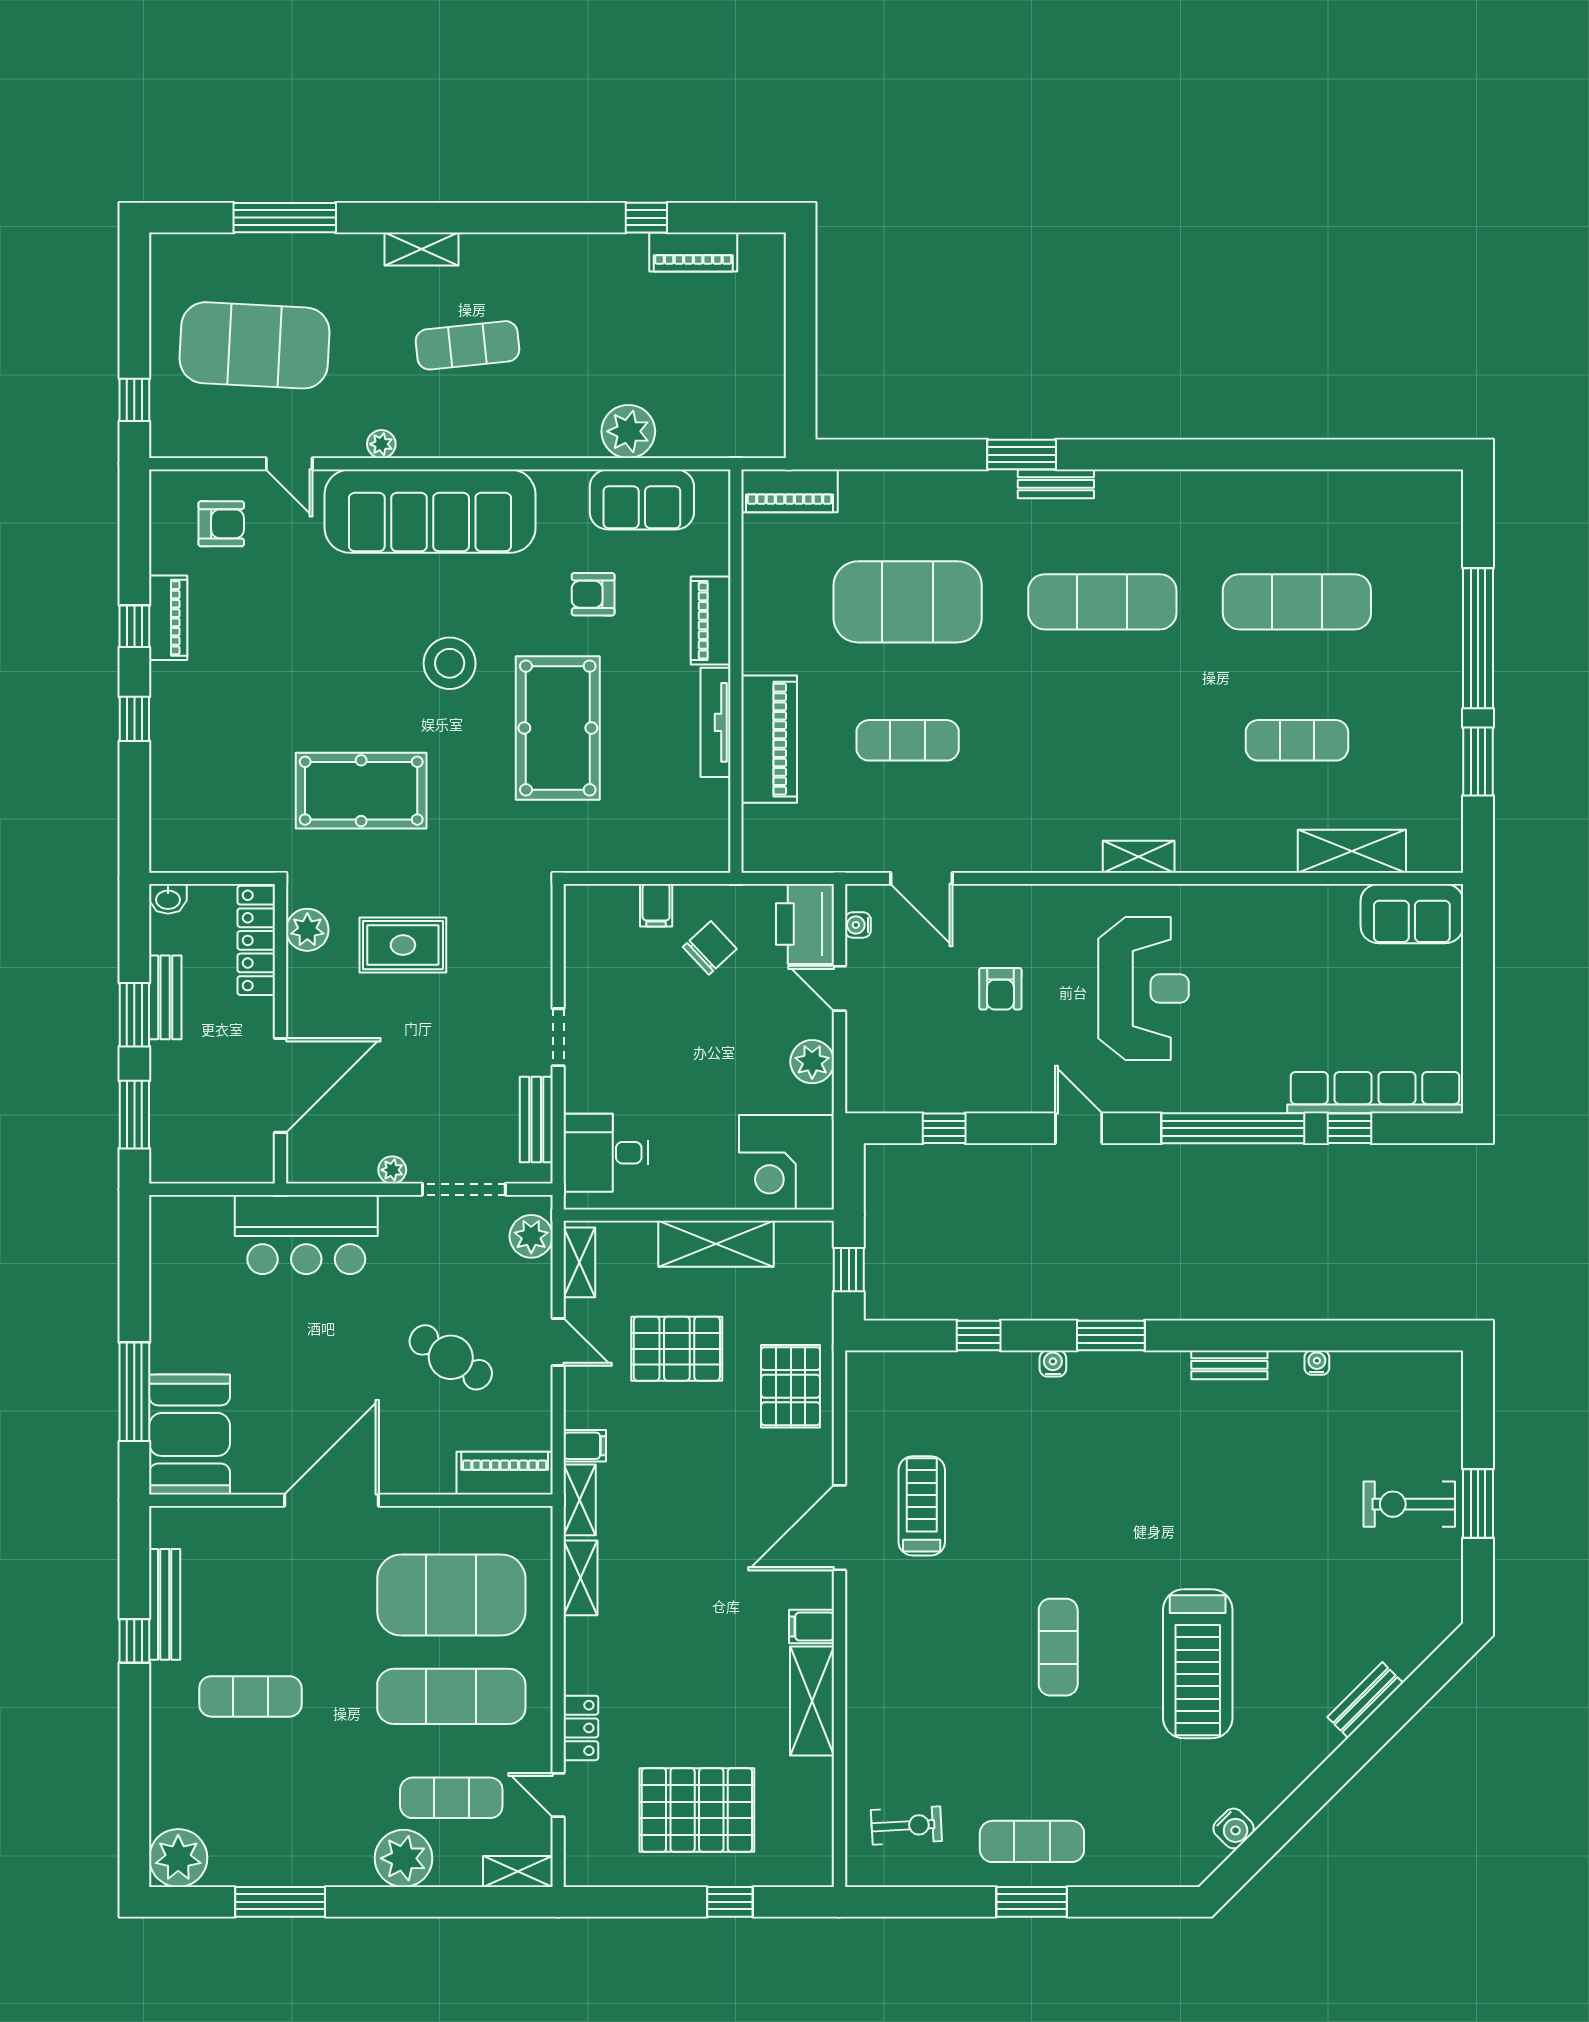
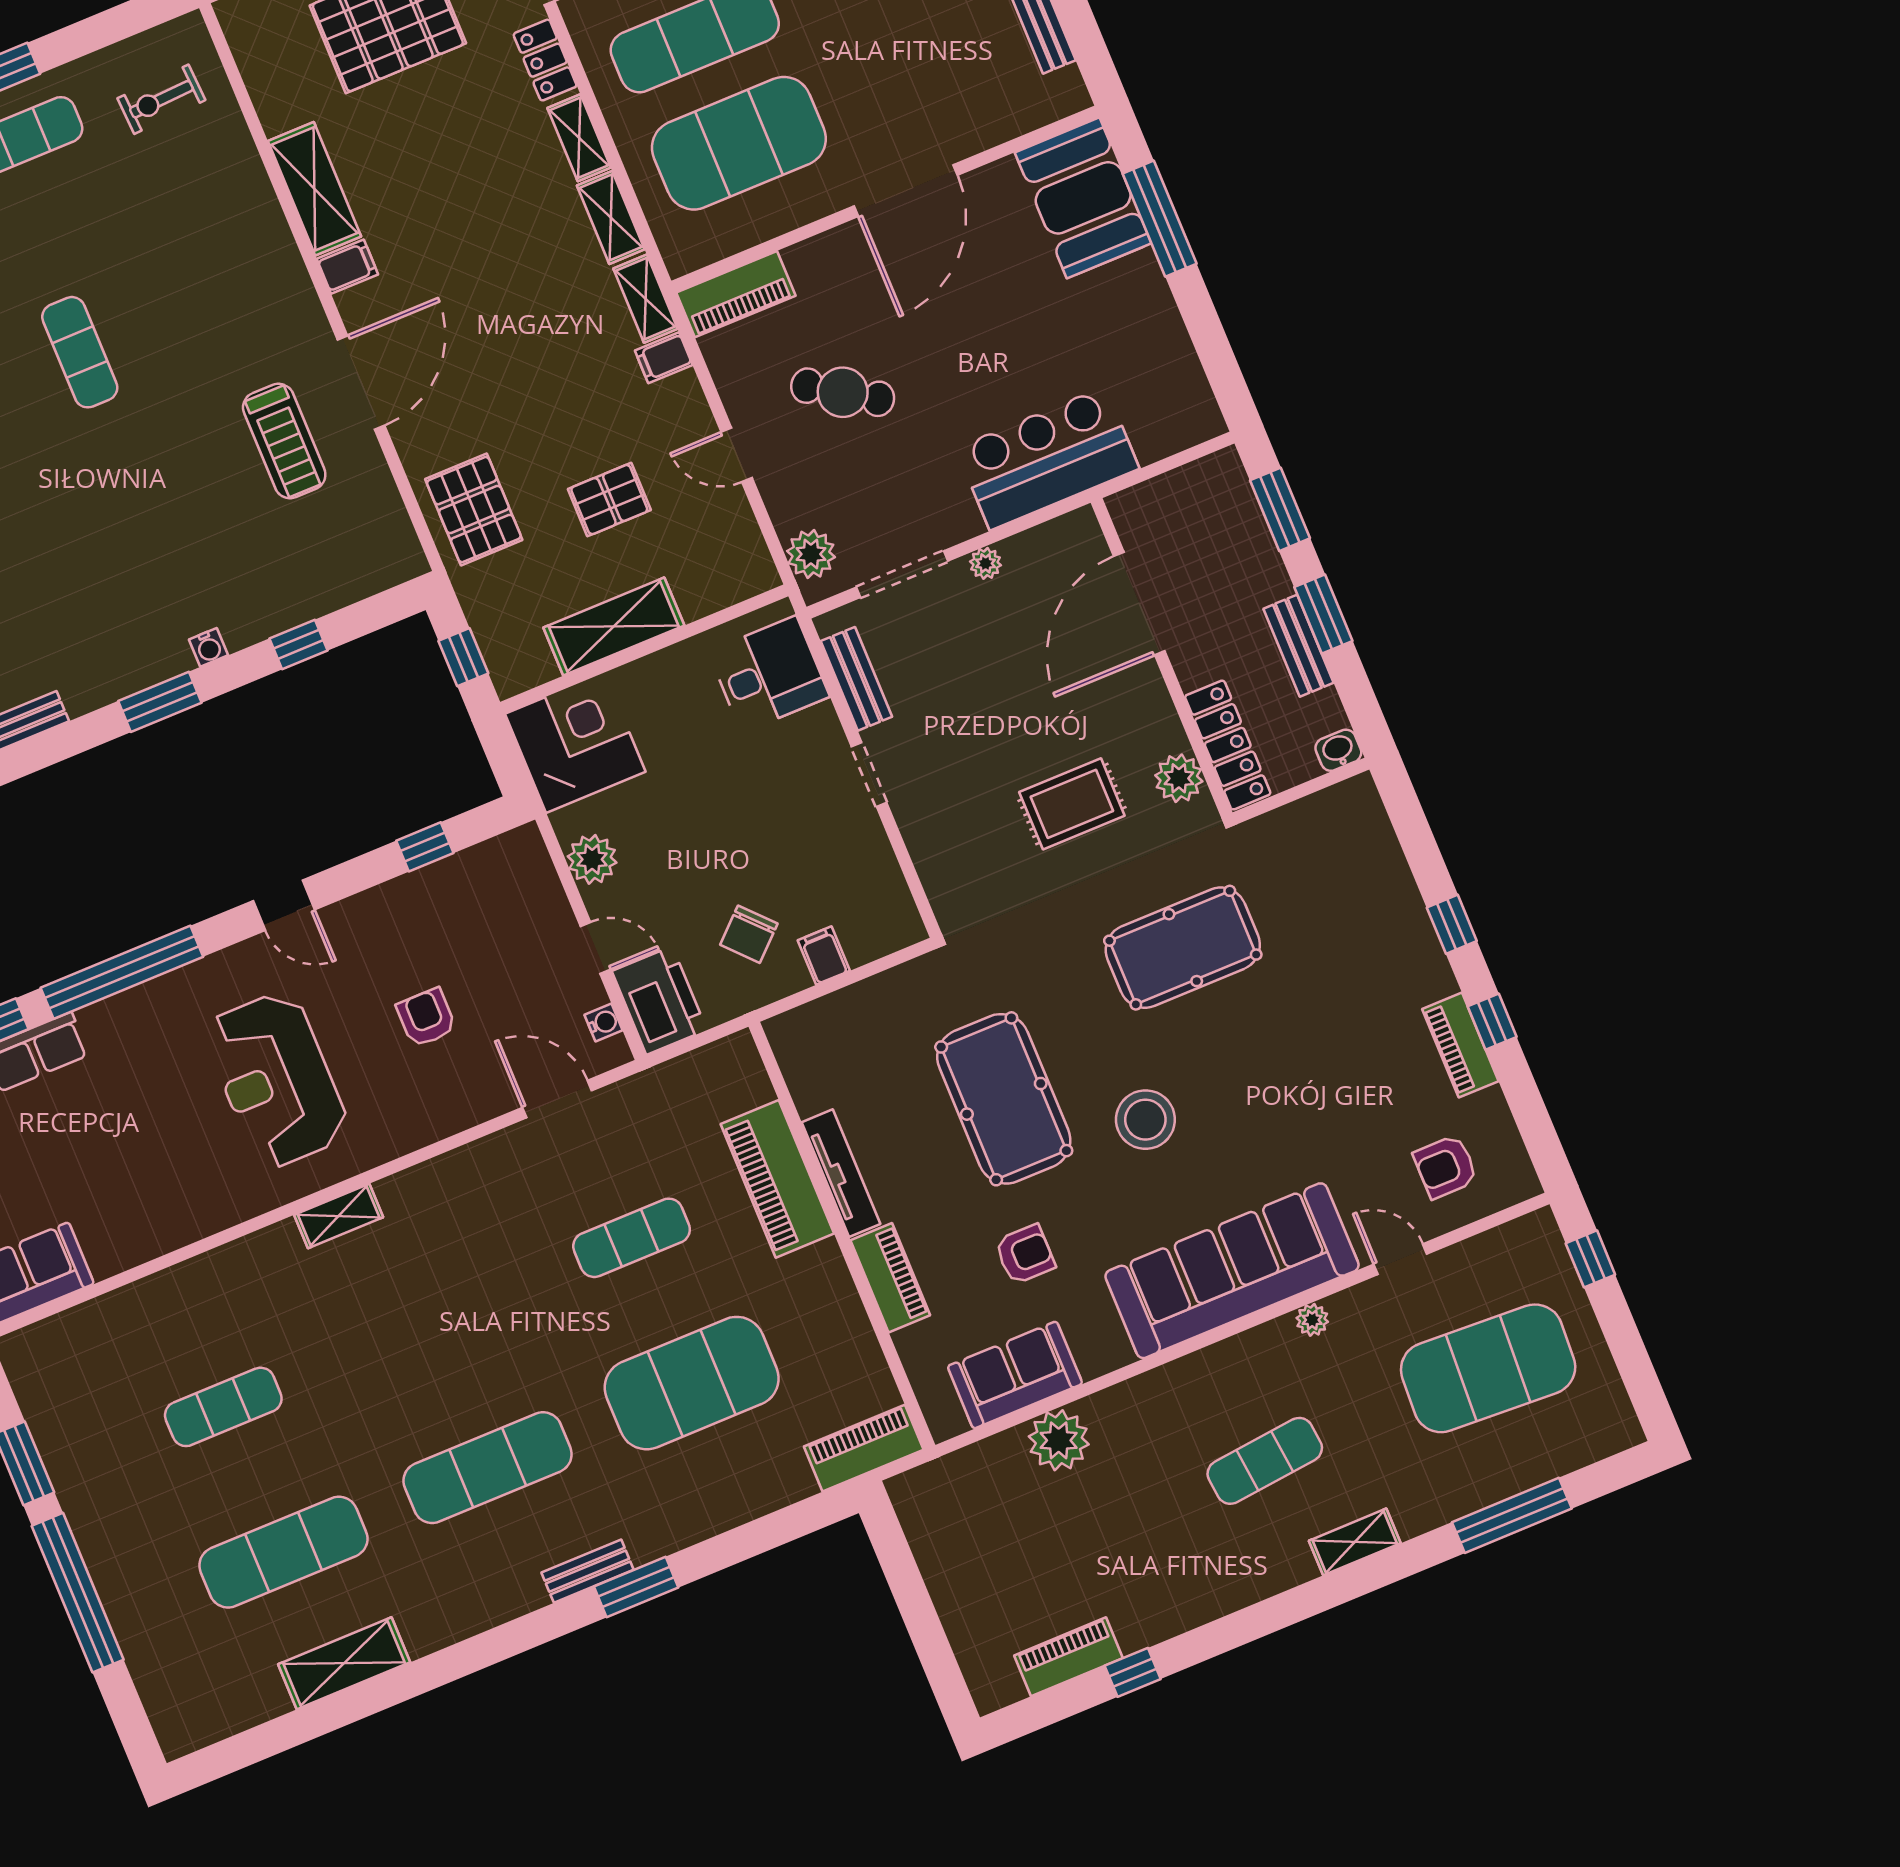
shelving: (1352, 851) -> (344, 1663), moved
shelving: (579, 1262) -> (579, 138), moved
pallet: (677, 1349) -> (609, 500), width x0.67, depth x0.71

